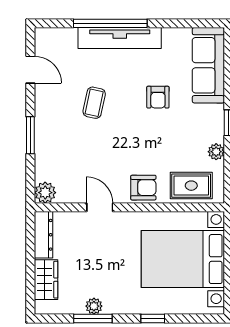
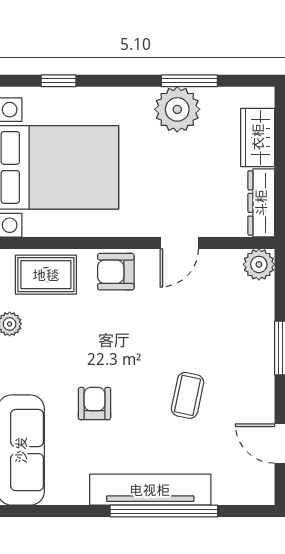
door: (100, 207) -> (179, 243), hinge flipped
plant: (94, 306) -> (177, 109), width x1.88, depth x1.88
window: (153, 318) -> (58, 81), moved

